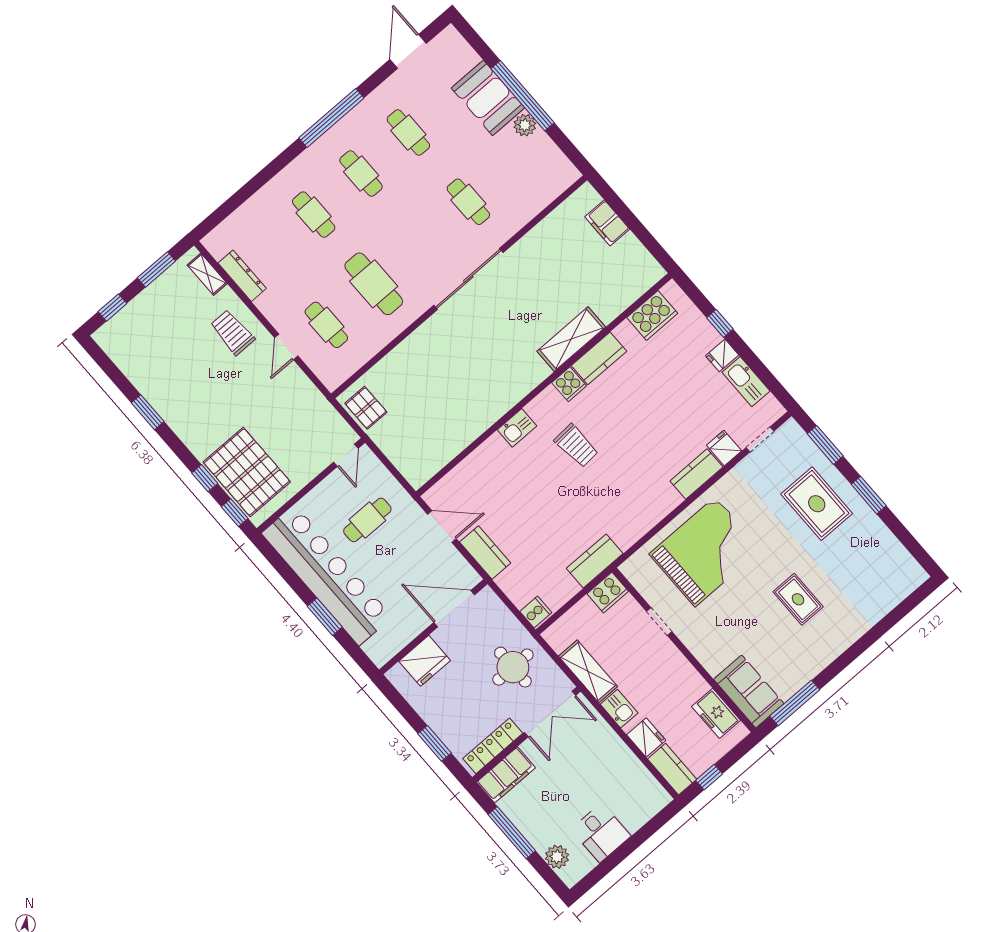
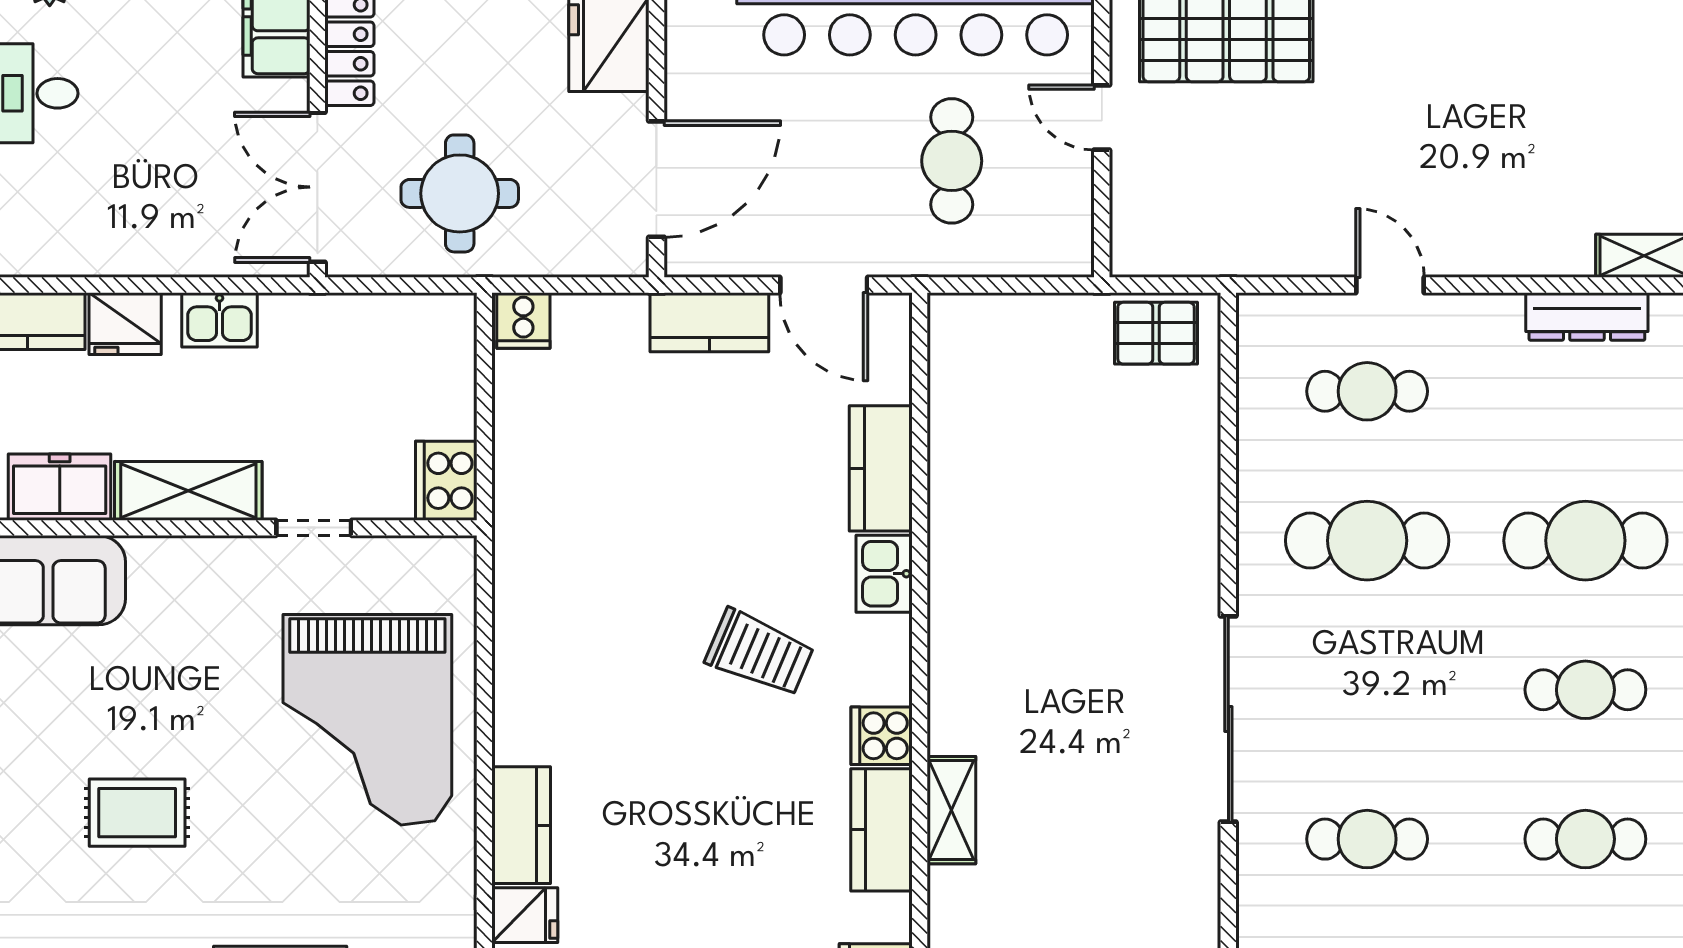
cafe table: (314, 215) -> (1585, 541), width x1.37, depth x1.35
trolley: (232, 332) -> (1500, 211), removed
shelving: (571, 339) -> (951, 810), width x0.67, depth x0.75
trolley: (576, 446) -> (760, 653), turned -153
door: (346, 455) -> (1102, 118), moved
door: (442, 526) -> (824, 285), hinge flipped
kitchen counter: (595, 561) -> (881, 468), moved, turned 180
shelving: (588, 671) -> (188, 491), moved

